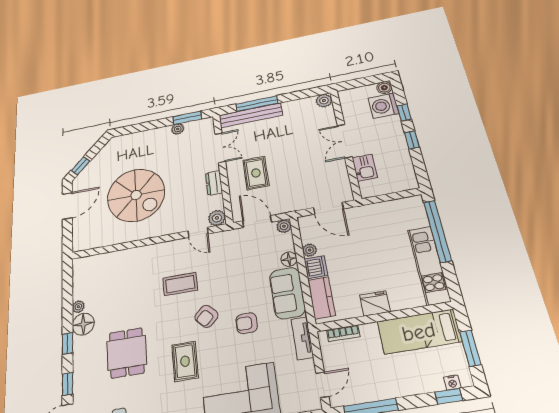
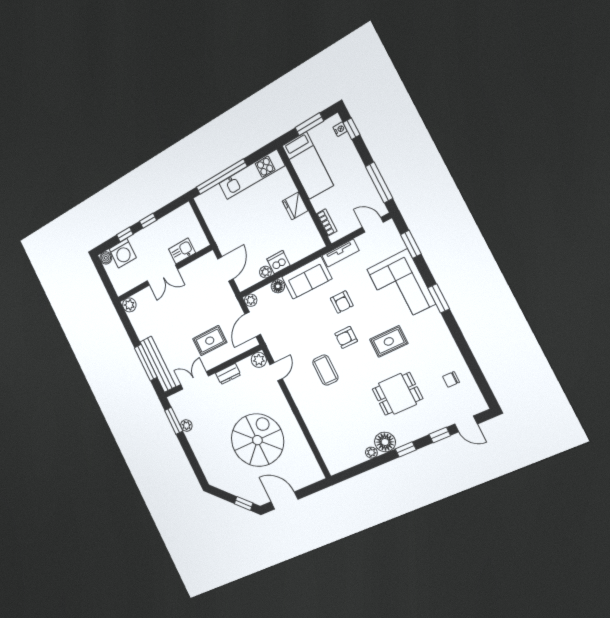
kitchen counter: (322, 298) -> (303, 249), removed
armchair: (206, 316) -> (346, 337), turned 133

